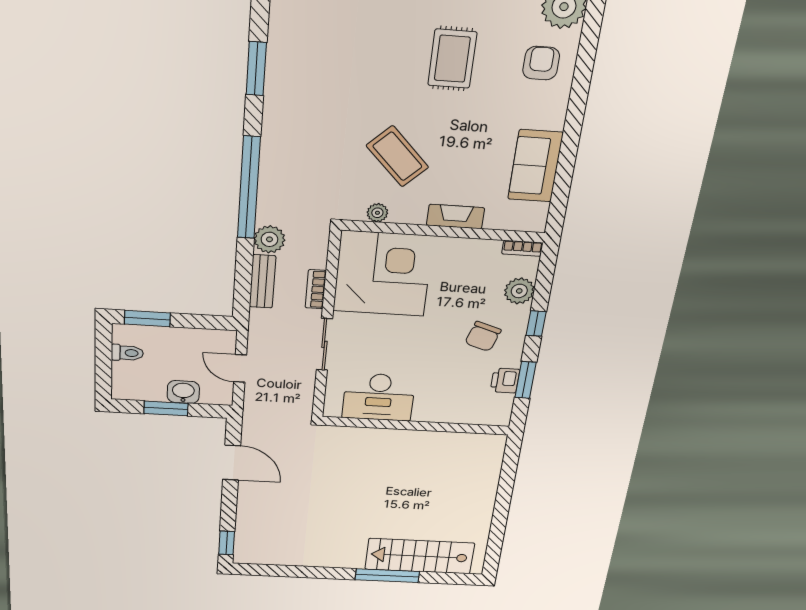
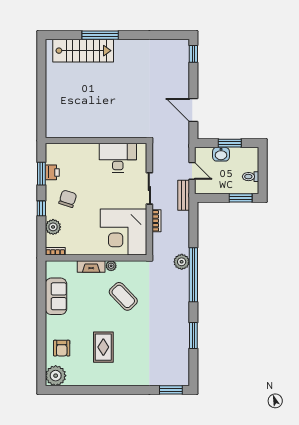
plant: (377, 213) -> (111, 266), moved
plant: (269, 239) -> (182, 262), moved
bench: (262, 281) -> (184, 195), moved

